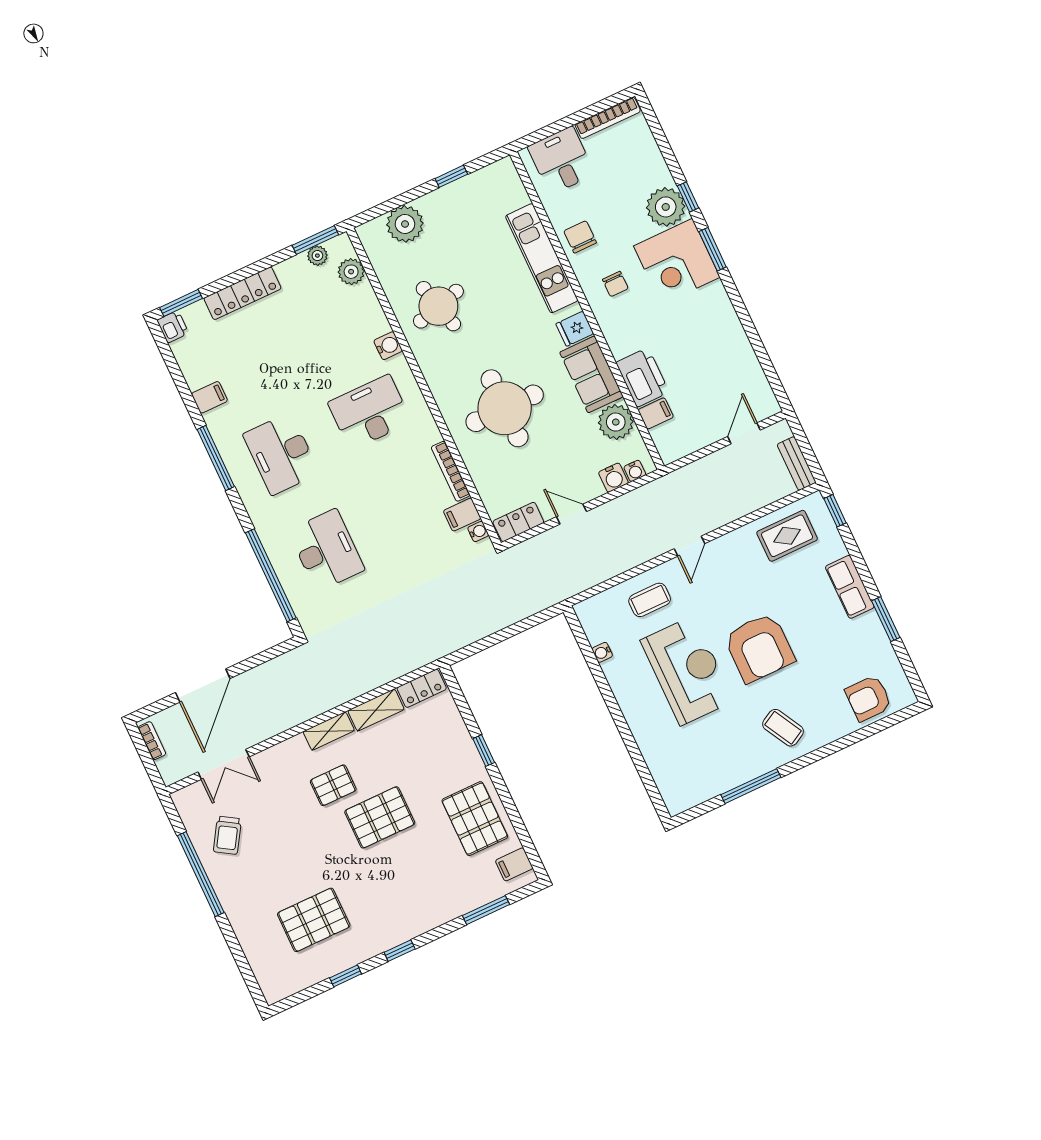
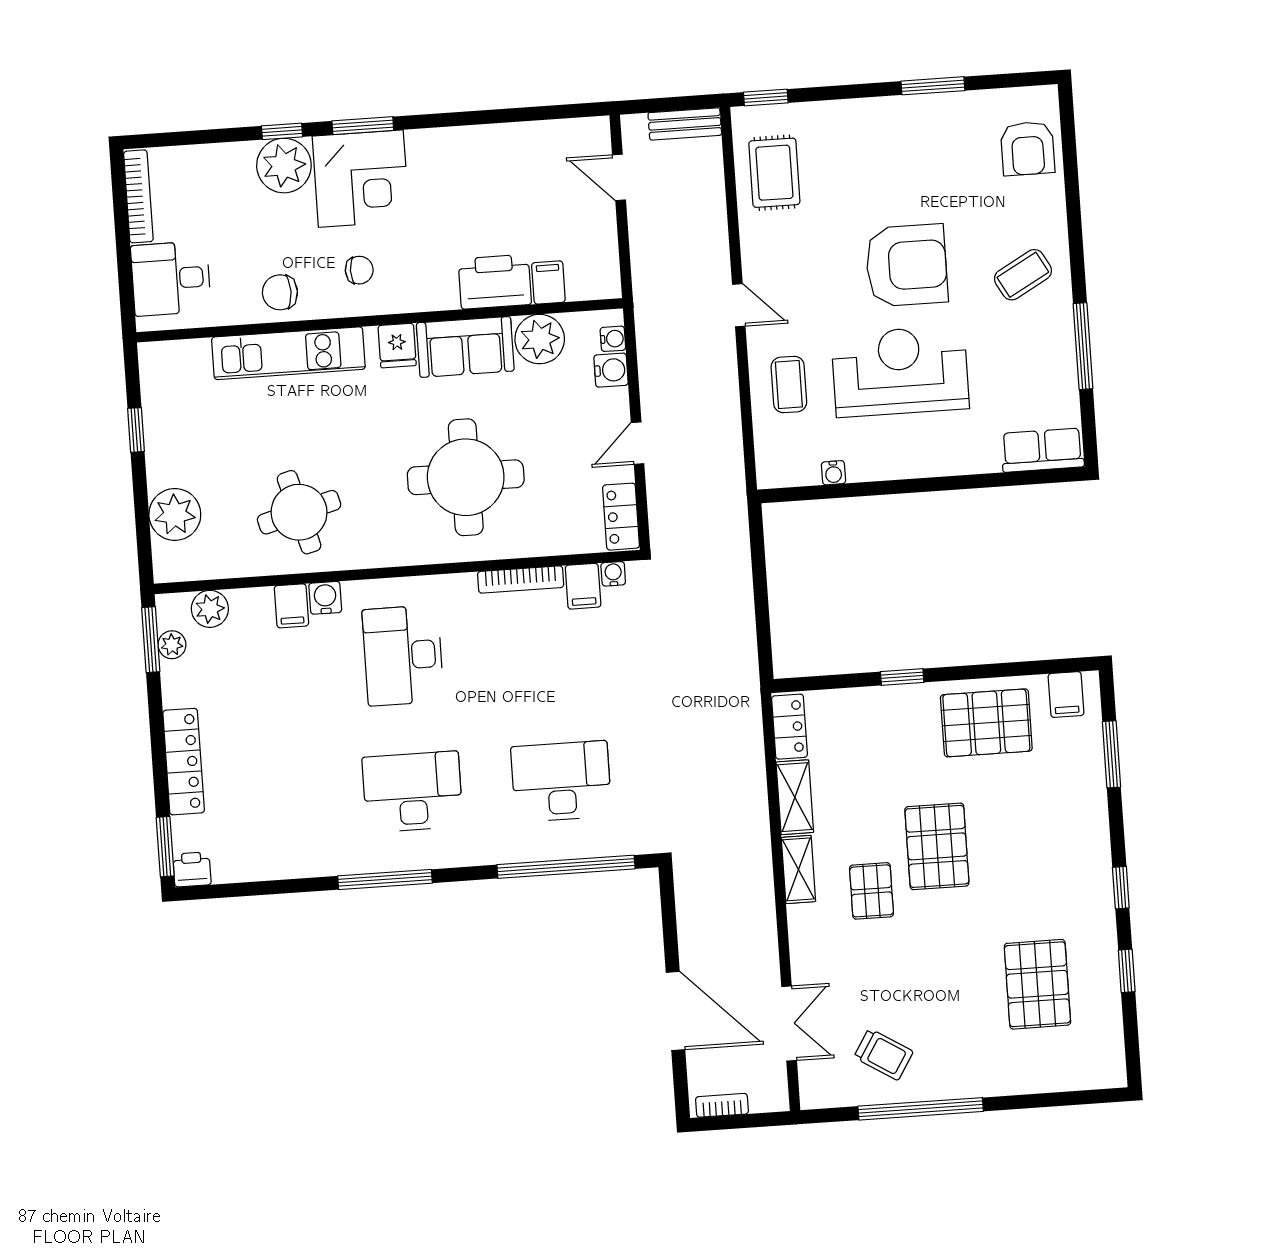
filing cabinet: (209, 397) -> (291, 606), moved, turned 180
desk: (281, 454) -> (413, 792), turned 180
row of seats: (850, 587) -> (1042, 450), moved, turned 180

